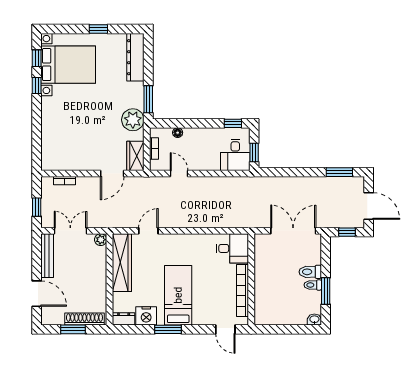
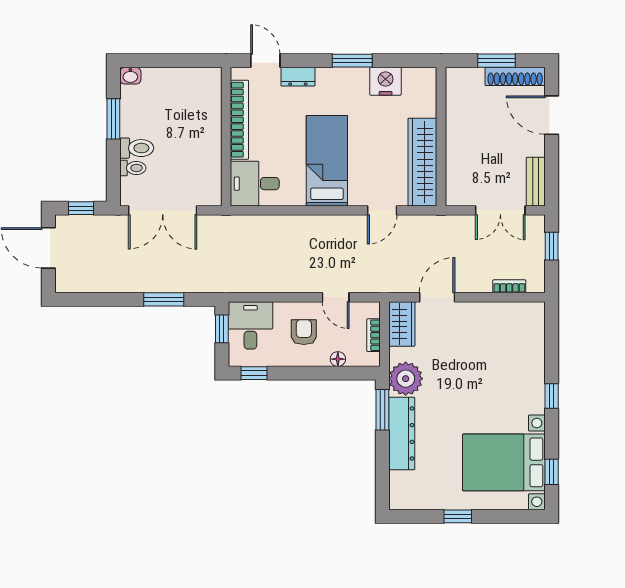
dresser: (135, 57) -> (402, 433), moved
window: (37, 85) -> (552, 396), moved
armchair: (200, 150) -> (304, 332), added
window: (339, 172) -> (164, 299), moved
plant: (101, 240) -> (454, 197), removed
bench: (47, 256) -> (536, 182), width x0.73
toilet: (313, 285) -> (133, 168), moved
bed: (178, 295) -> (327, 161), moved, turned 180
shoe rack: (84, 319) -> (515, 76), moved
dresser: (124, 319) -> (298, 77), moved

